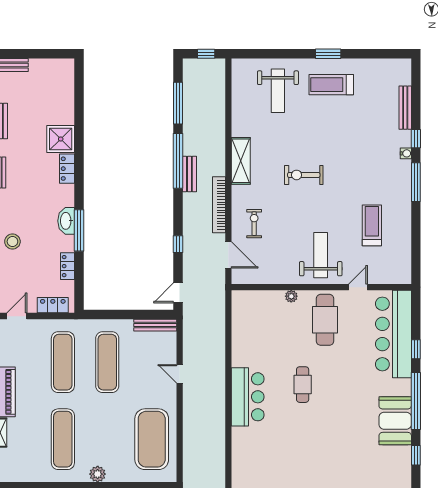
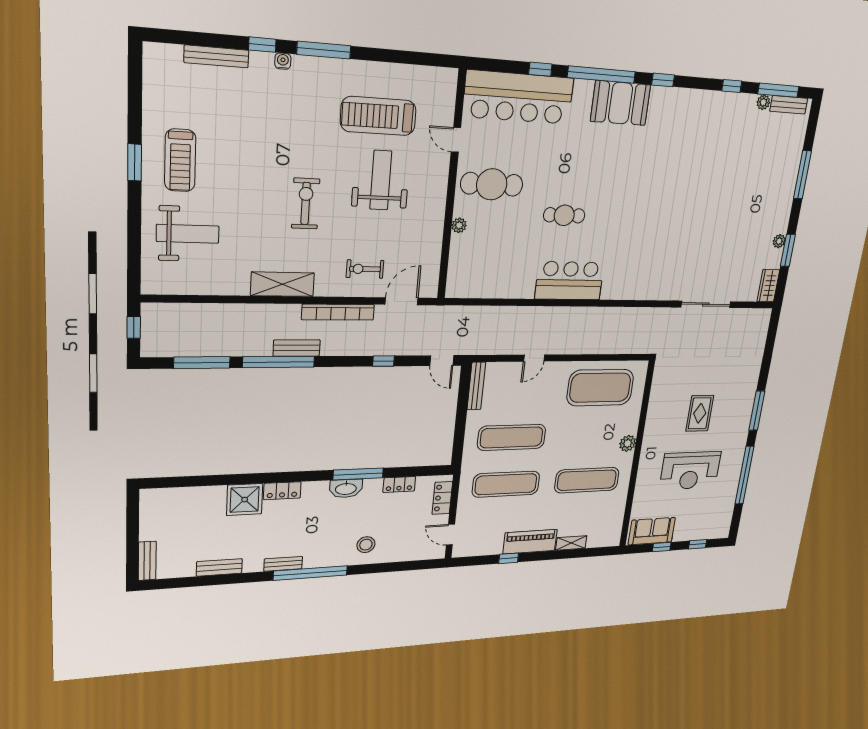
exercise bike: (304, 175) -> (306, 204), turned 180
treadmill: (372, 225) -> (378, 116), width x1.37, depth x1.38
weight bench: (321, 255) -> (381, 180), moved, turned 90

